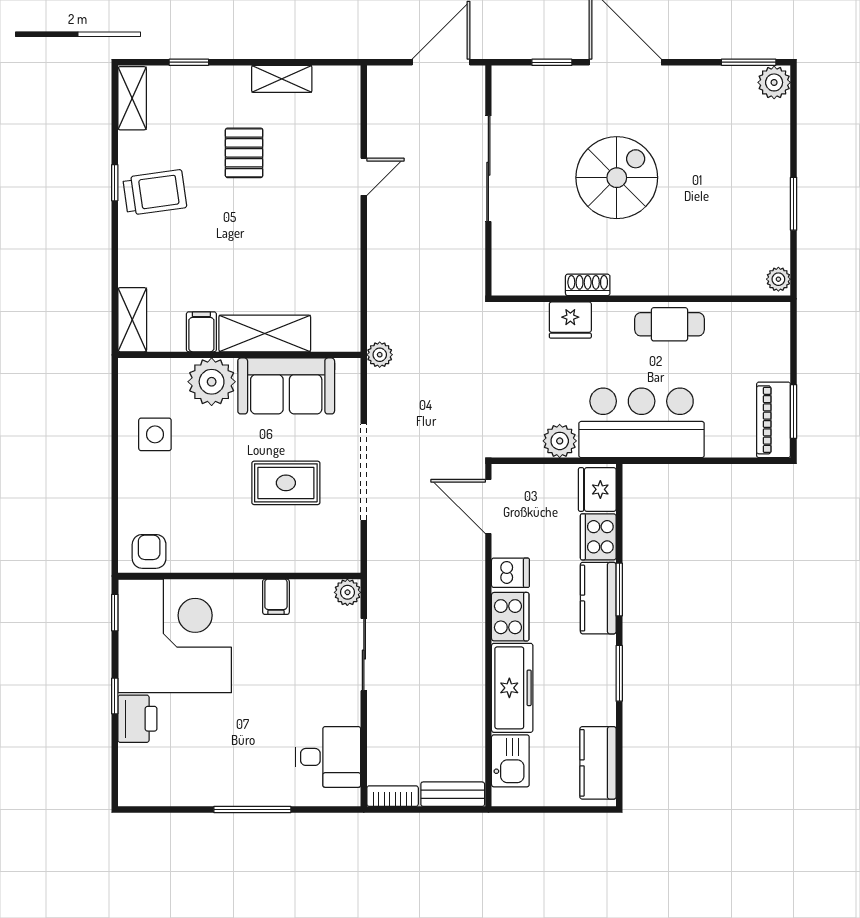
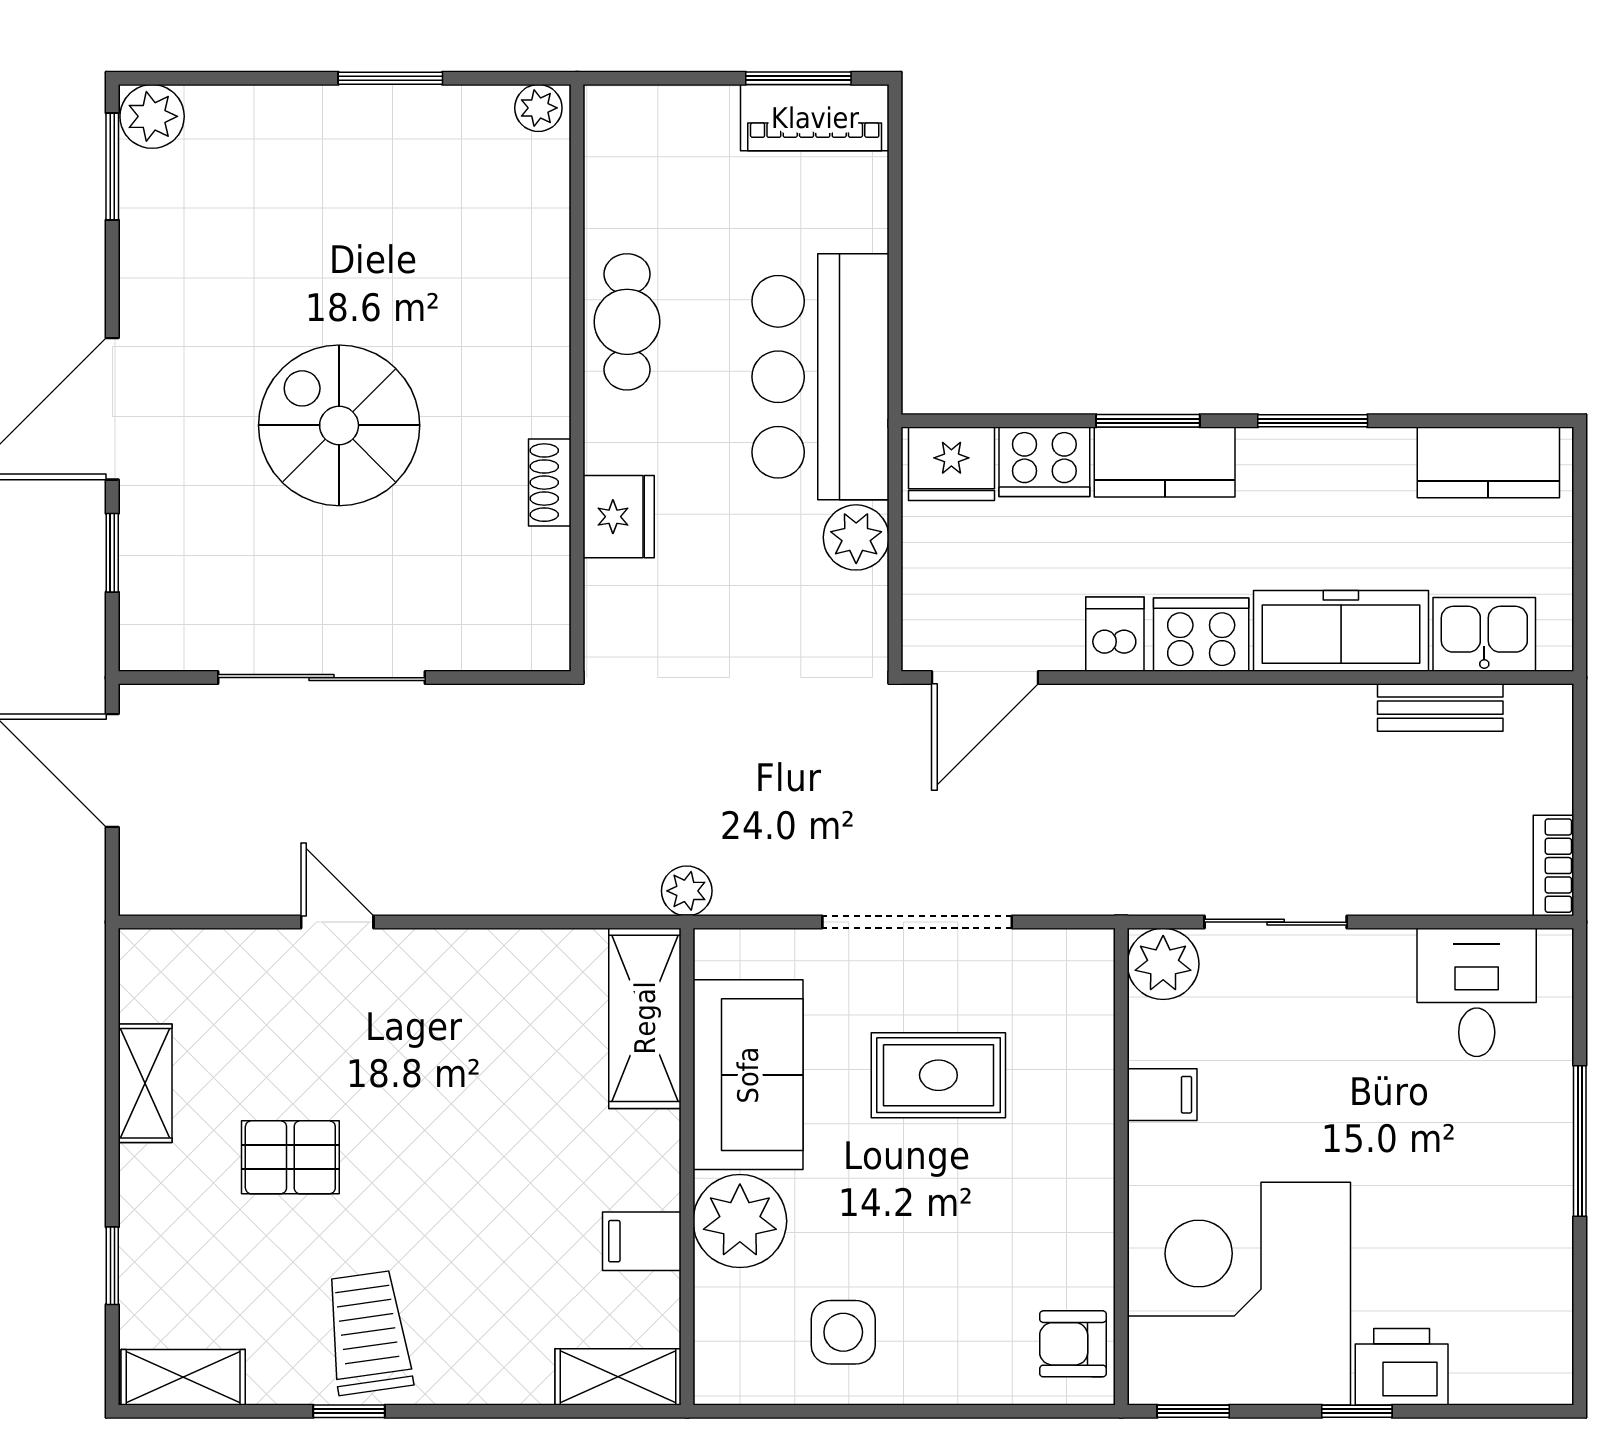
shelving: (265, 333) -> (645, 1018), moved
rug: (286, 483) -> (938, 1075), turned 90
plant: (347, 592) -> (1163, 964), width x1.38, depth x1.38
bench: (453, 794) -> (1440, 708), moved, turned 90

